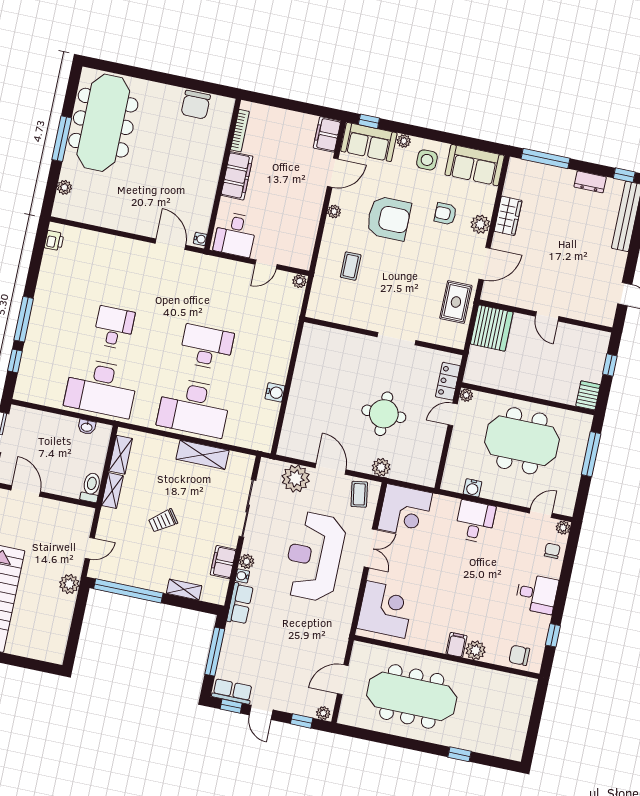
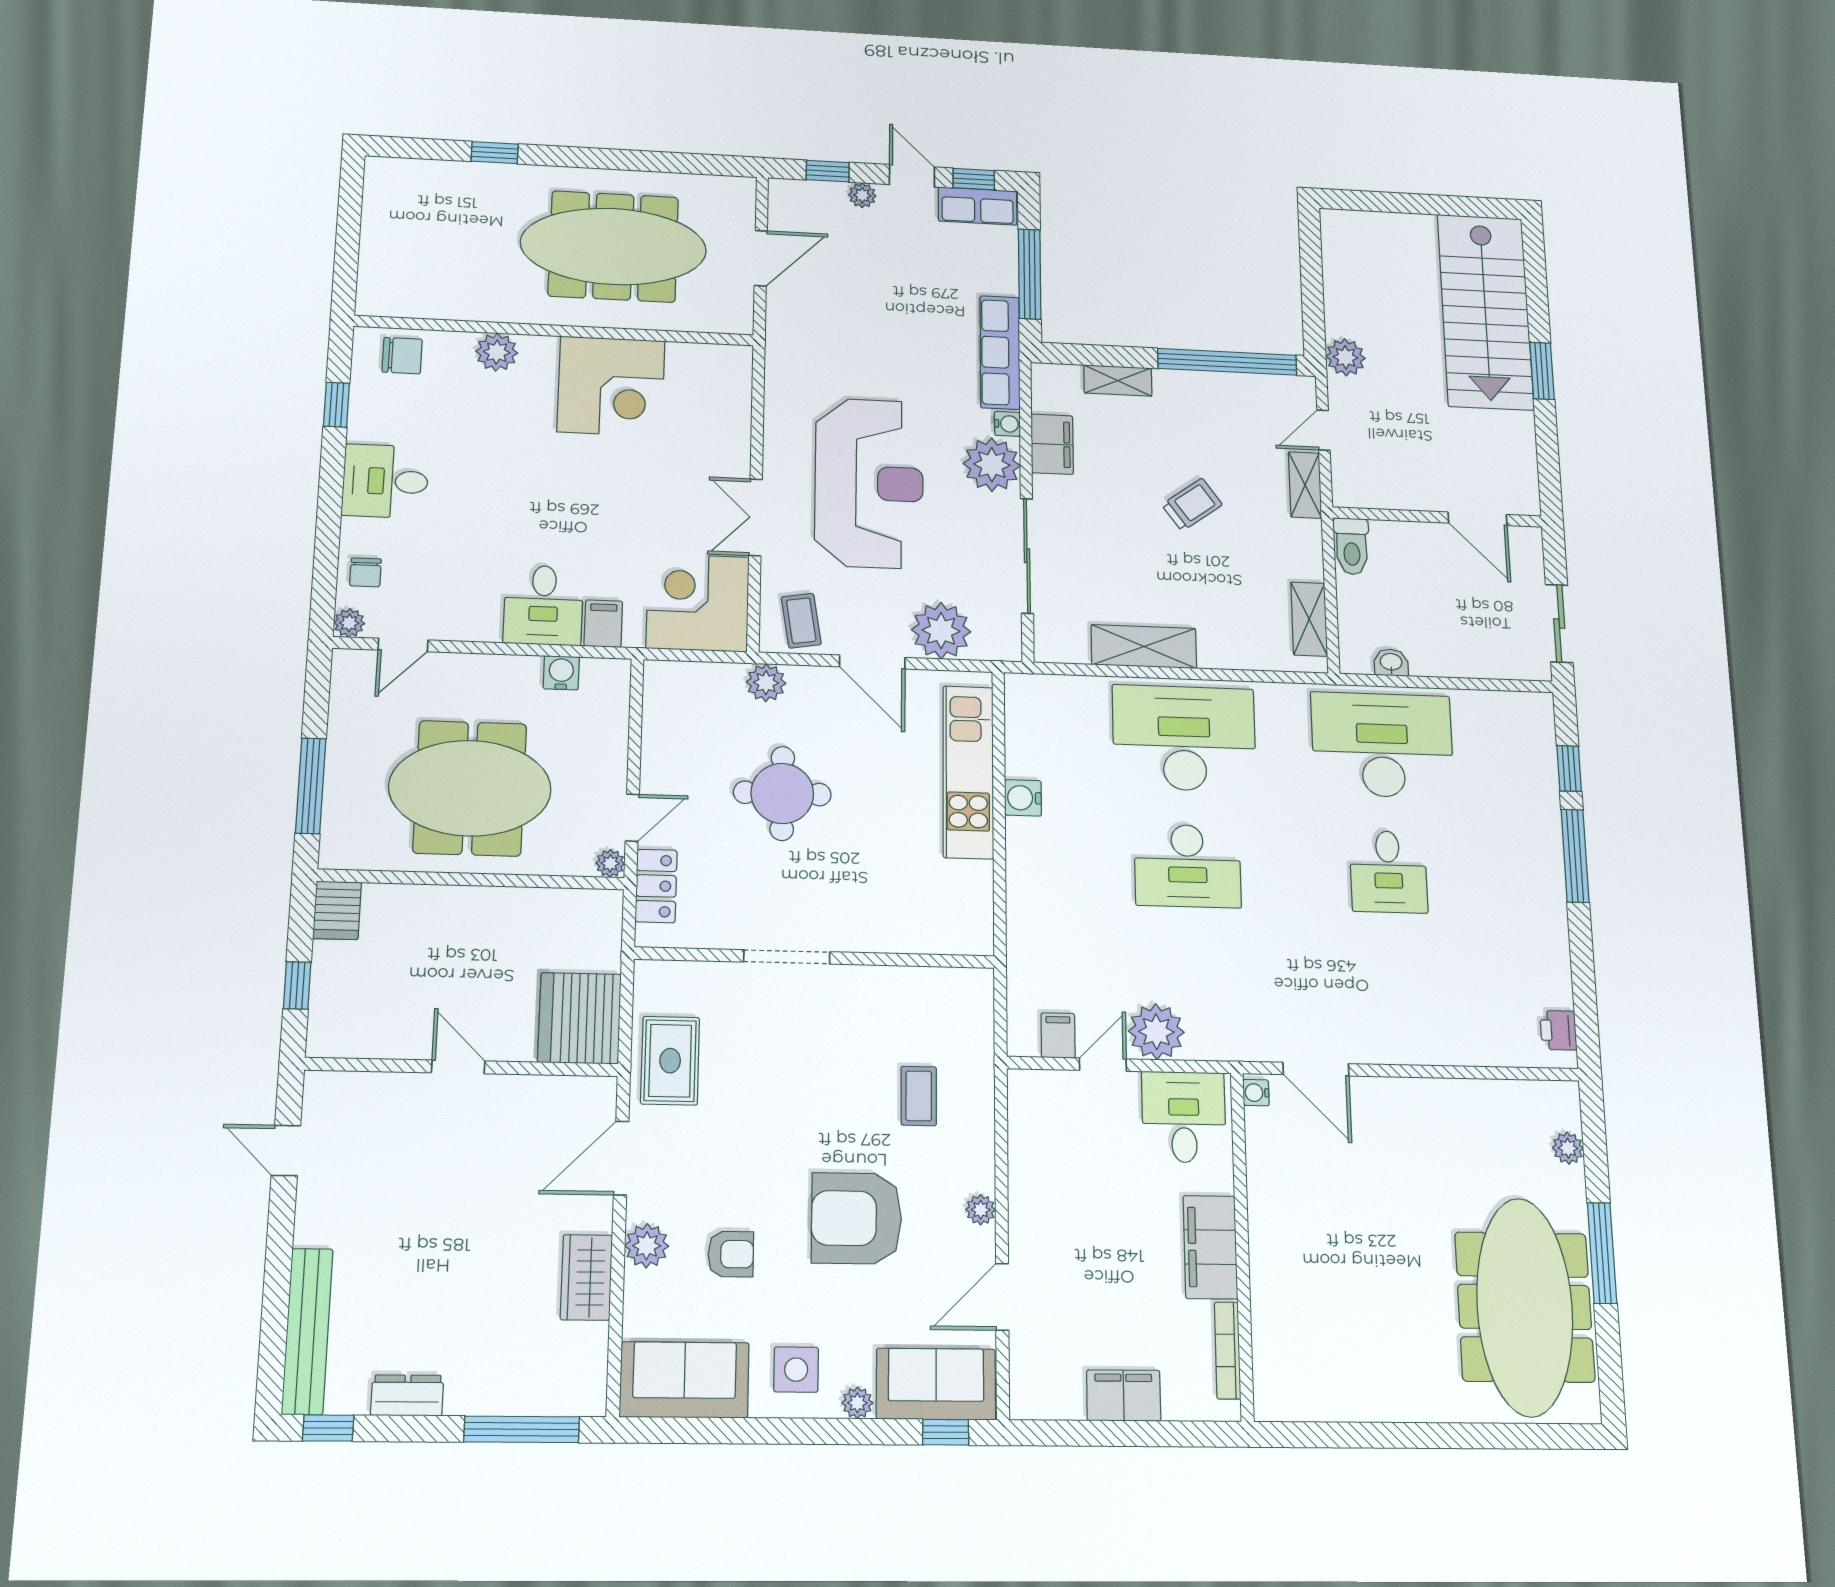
chair: (196, 105) -> (1338, 1389), removed
filing cabinet: (327, 134) -> (1124, 1395), moved, turned -90
filing cabinet: (283, 281) -> (1058, 1035), added
plant: (299, 281) -> (1156, 1032), moved, width x1.87, depth x1.87
kitchen unit: (297, 409) -> (968, 772), added
shelving: (112, 491) -> (1305, 485), moved
plant: (247, 561) -> (992, 465), width x1.87, depth x1.87
row of seats: (240, 604) -> (1000, 352), width x1.48
corner desk: (386, 609) -> (611, 386), moved, turned -90
filing cabinet: (456, 645) -> (603, 624), moved, turned 180
plant: (323, 713) -> (862, 195), moved

